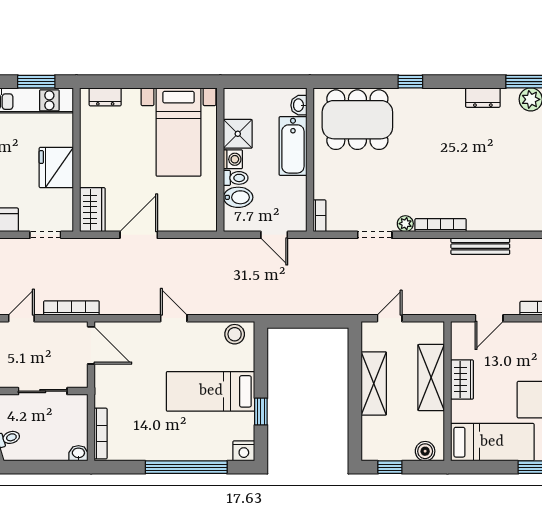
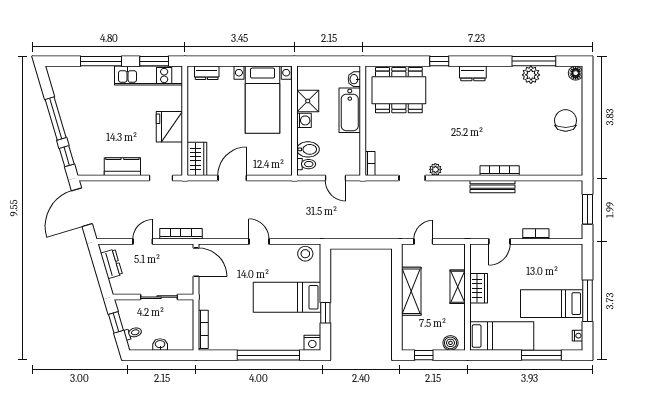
dresser: (483, 98) -> (473, 73), moved
toilet: (236, 178) -> (306, 164), moved
bookcase: (441, 225) -> (500, 171), moved
shelving: (431, 378) -> (458, 287), width x0.67, depth x0.75
washbasin: (78, 453) -> (160, 344), moved

